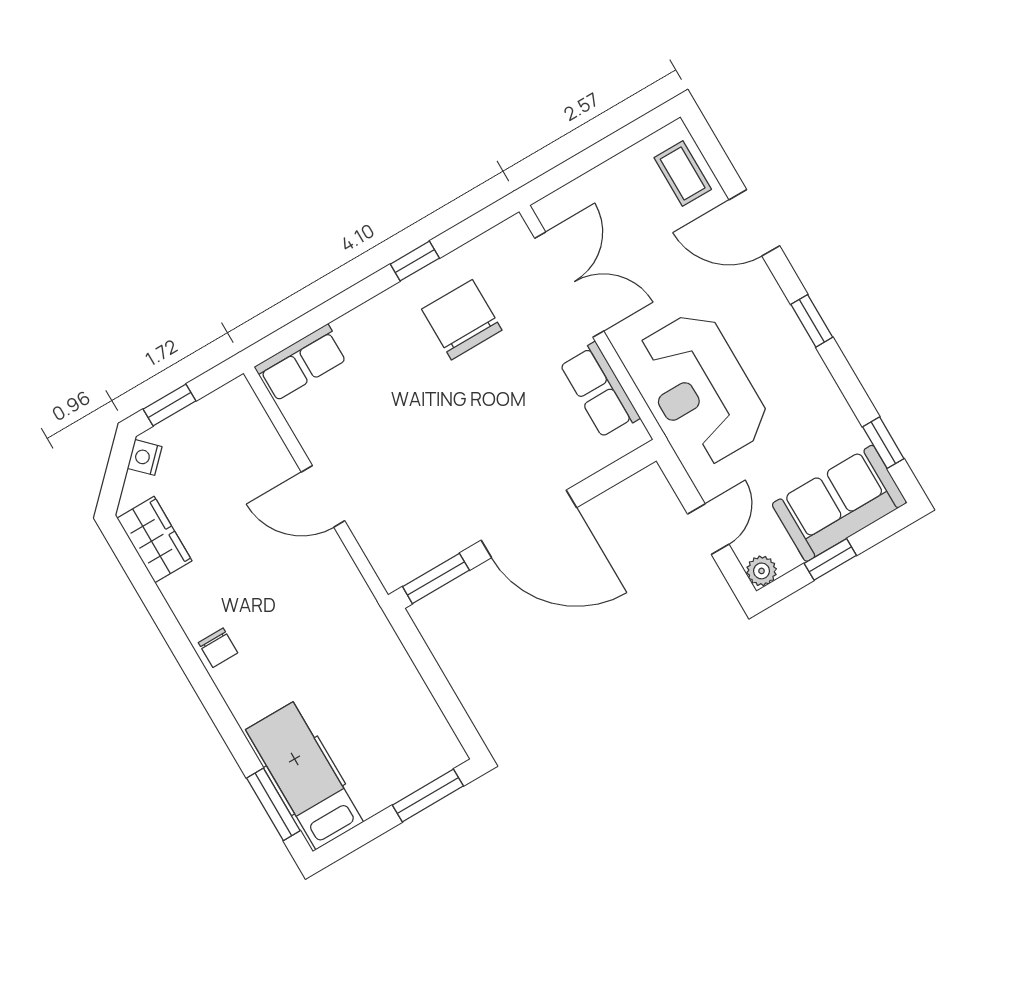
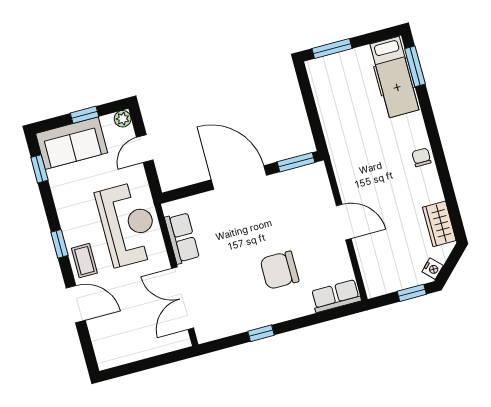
coffee table: (683, 174) -> (84, 261), moved
chair: (462, 320) -> (280, 270), moved, turned 90

